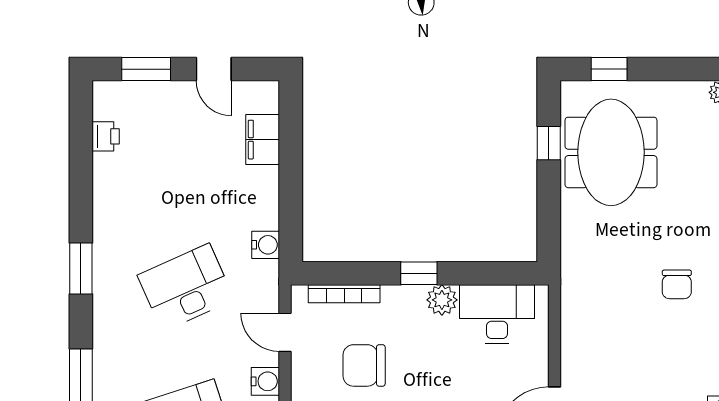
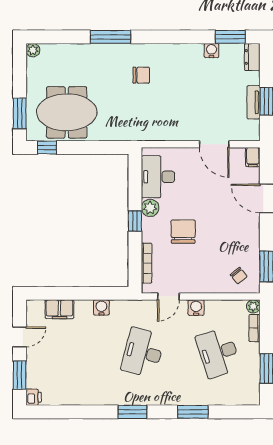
window: (609, 69) -> (20, 113), width x1.50
printer: (106, 136) -> (34, 397), moved, turned 90
window: (549, 143) -> (47, 147), moved
water cooler: (266, 245) -> (101, 307), moved
desk: (186, 287) -> (143, 353), turned 39
chair: (364, 365) -> (183, 232), moved, turned 180

